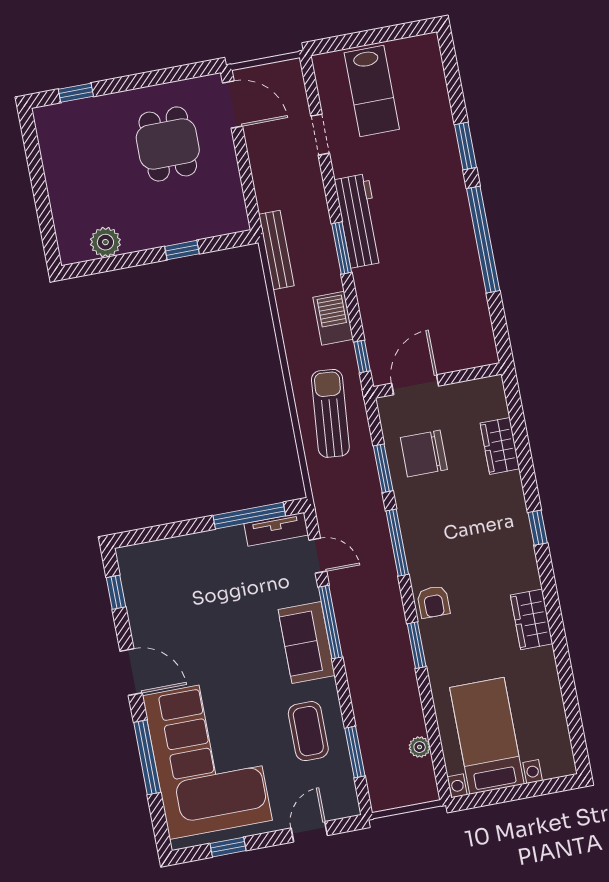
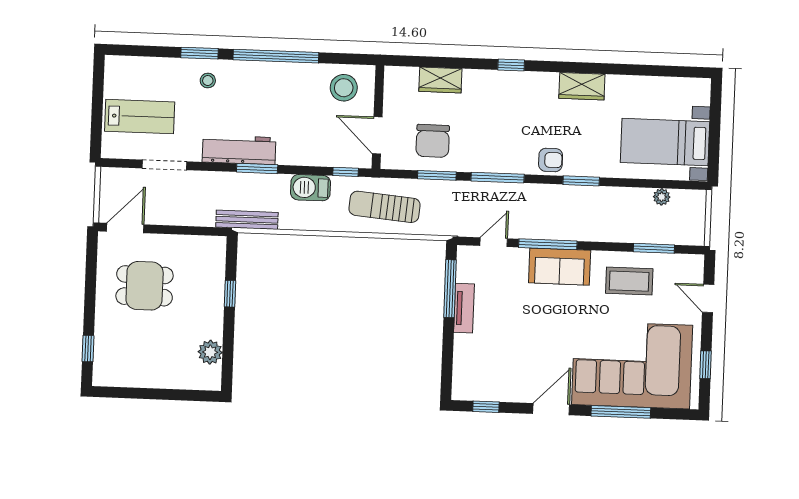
doorway: (320, 135) -> (164, 165), width x1.38
stool: (435, 164) -> (208, 81), added
stool: (464, 331) -> (344, 88), added
tv unit: (276, 529) -> (464, 308), moved

